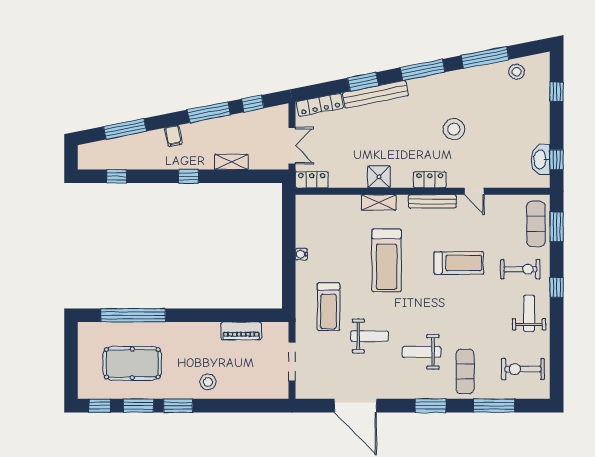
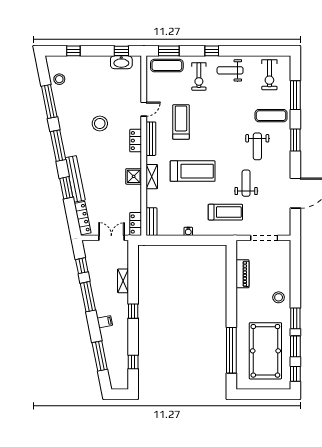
bench: (315, 202) -> (152, 222), added
treadmill: (459, 263) -> (181, 122), moved
exercise bike: (520, 269) -> (199, 76), turned 180
pool table: (132, 363) -> (265, 351), width x1.36, depth x1.32

